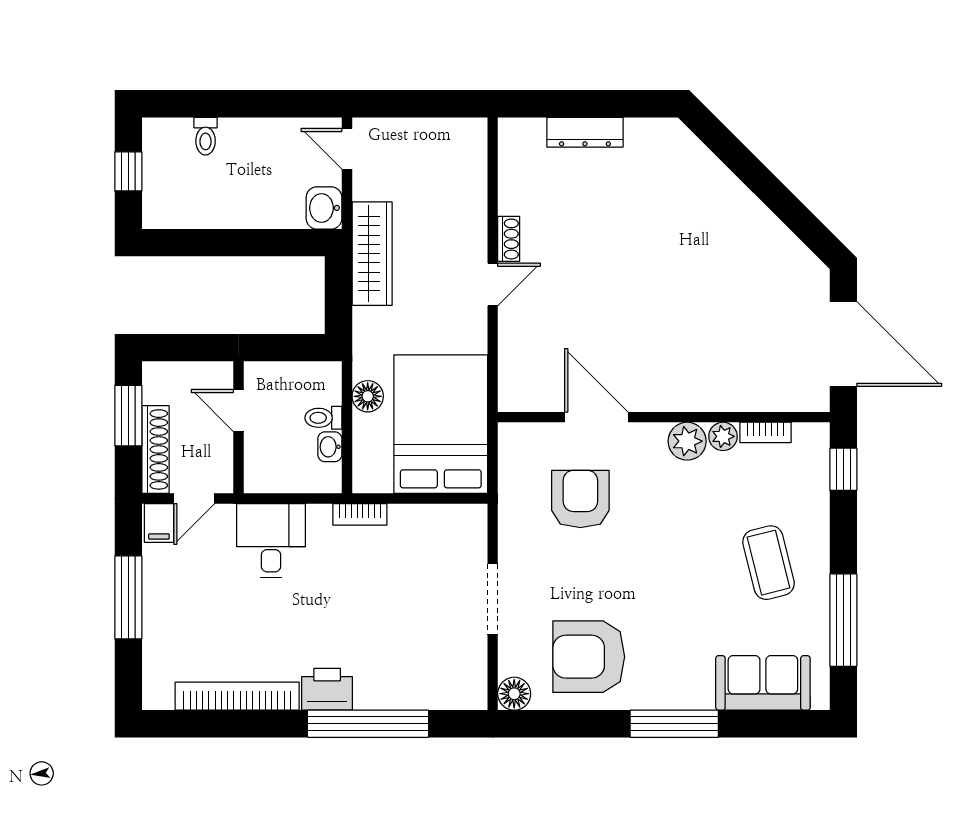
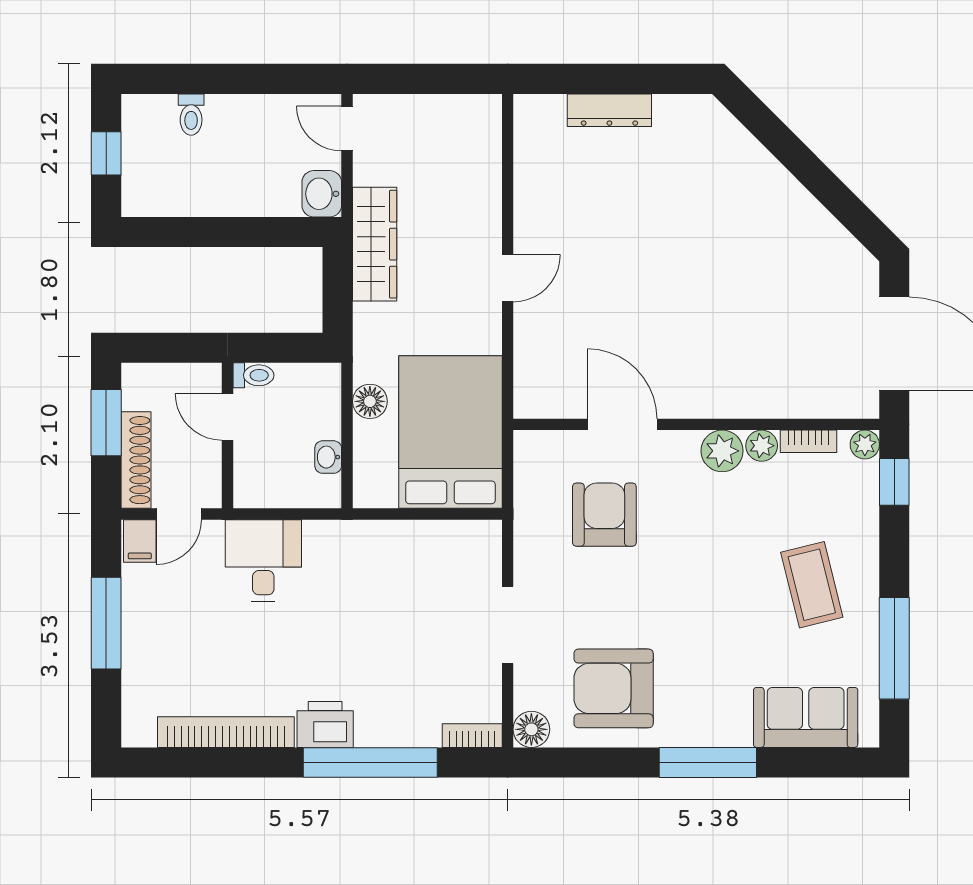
shoe rack: (509, 239) -> (525, 228), removed
toilet: (323, 418) -> (253, 375), moved, turned 180
plant: (817, 435) -> (865, 445), added
bookcase: (360, 514) -> (472, 736), moved, turned 180

